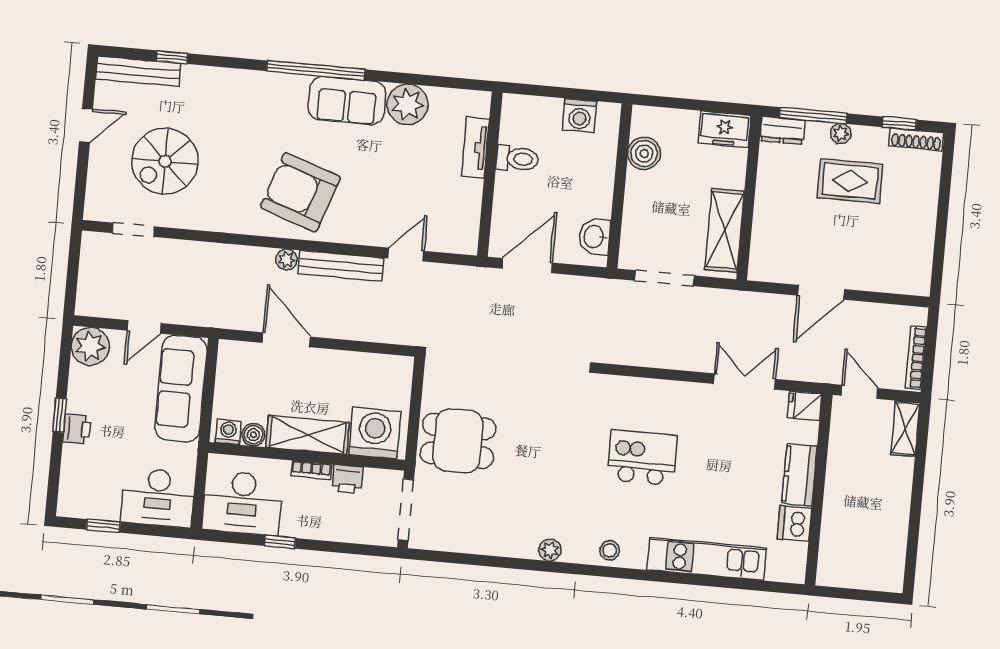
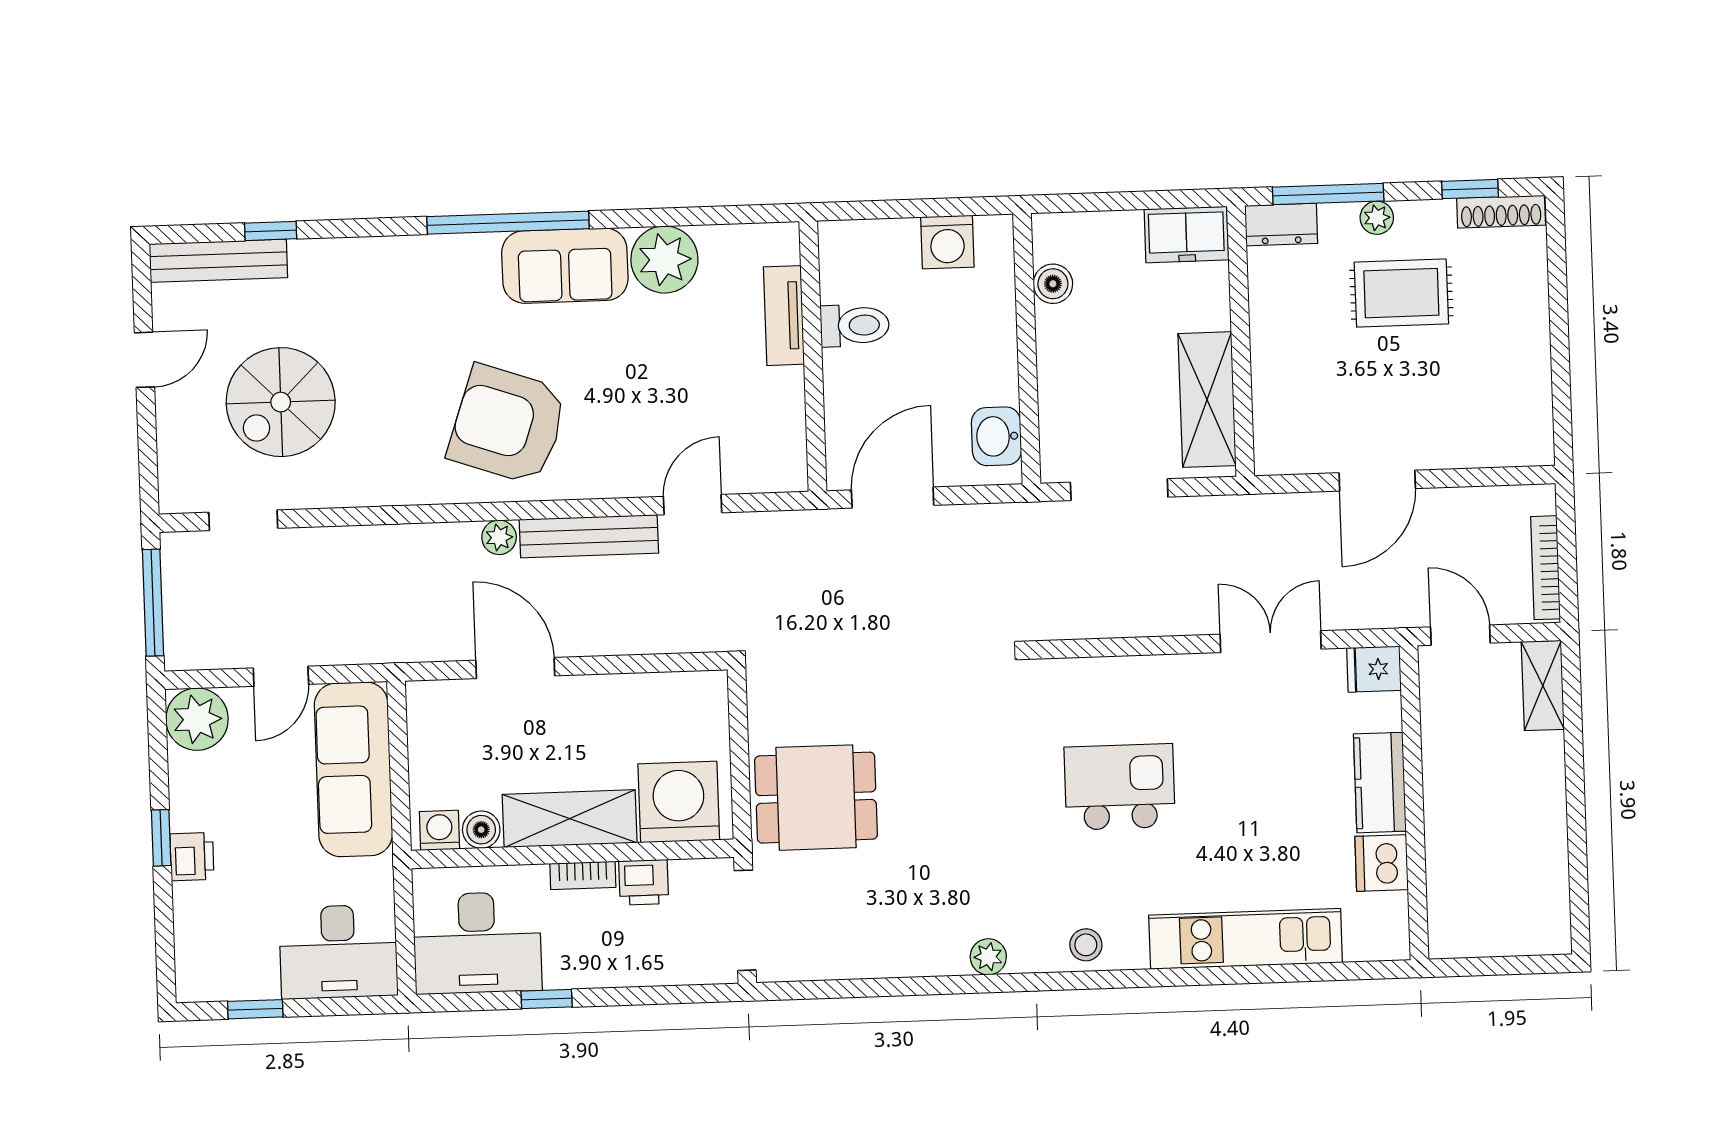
boiler: (644, 153) -> (1053, 284), width x0.73, depth x0.73
window: (73, 273) -> (153, 603), added

